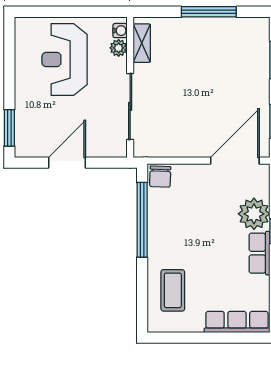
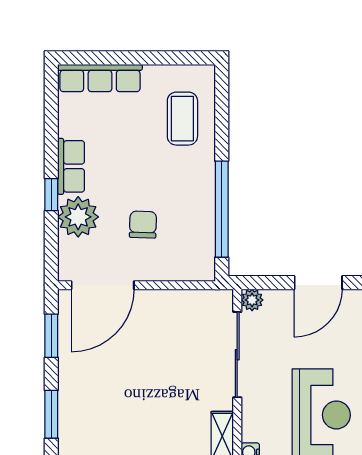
plant: (119, 48) -> (252, 300), moved
chair: (160, 177) -> (143, 225), moved

